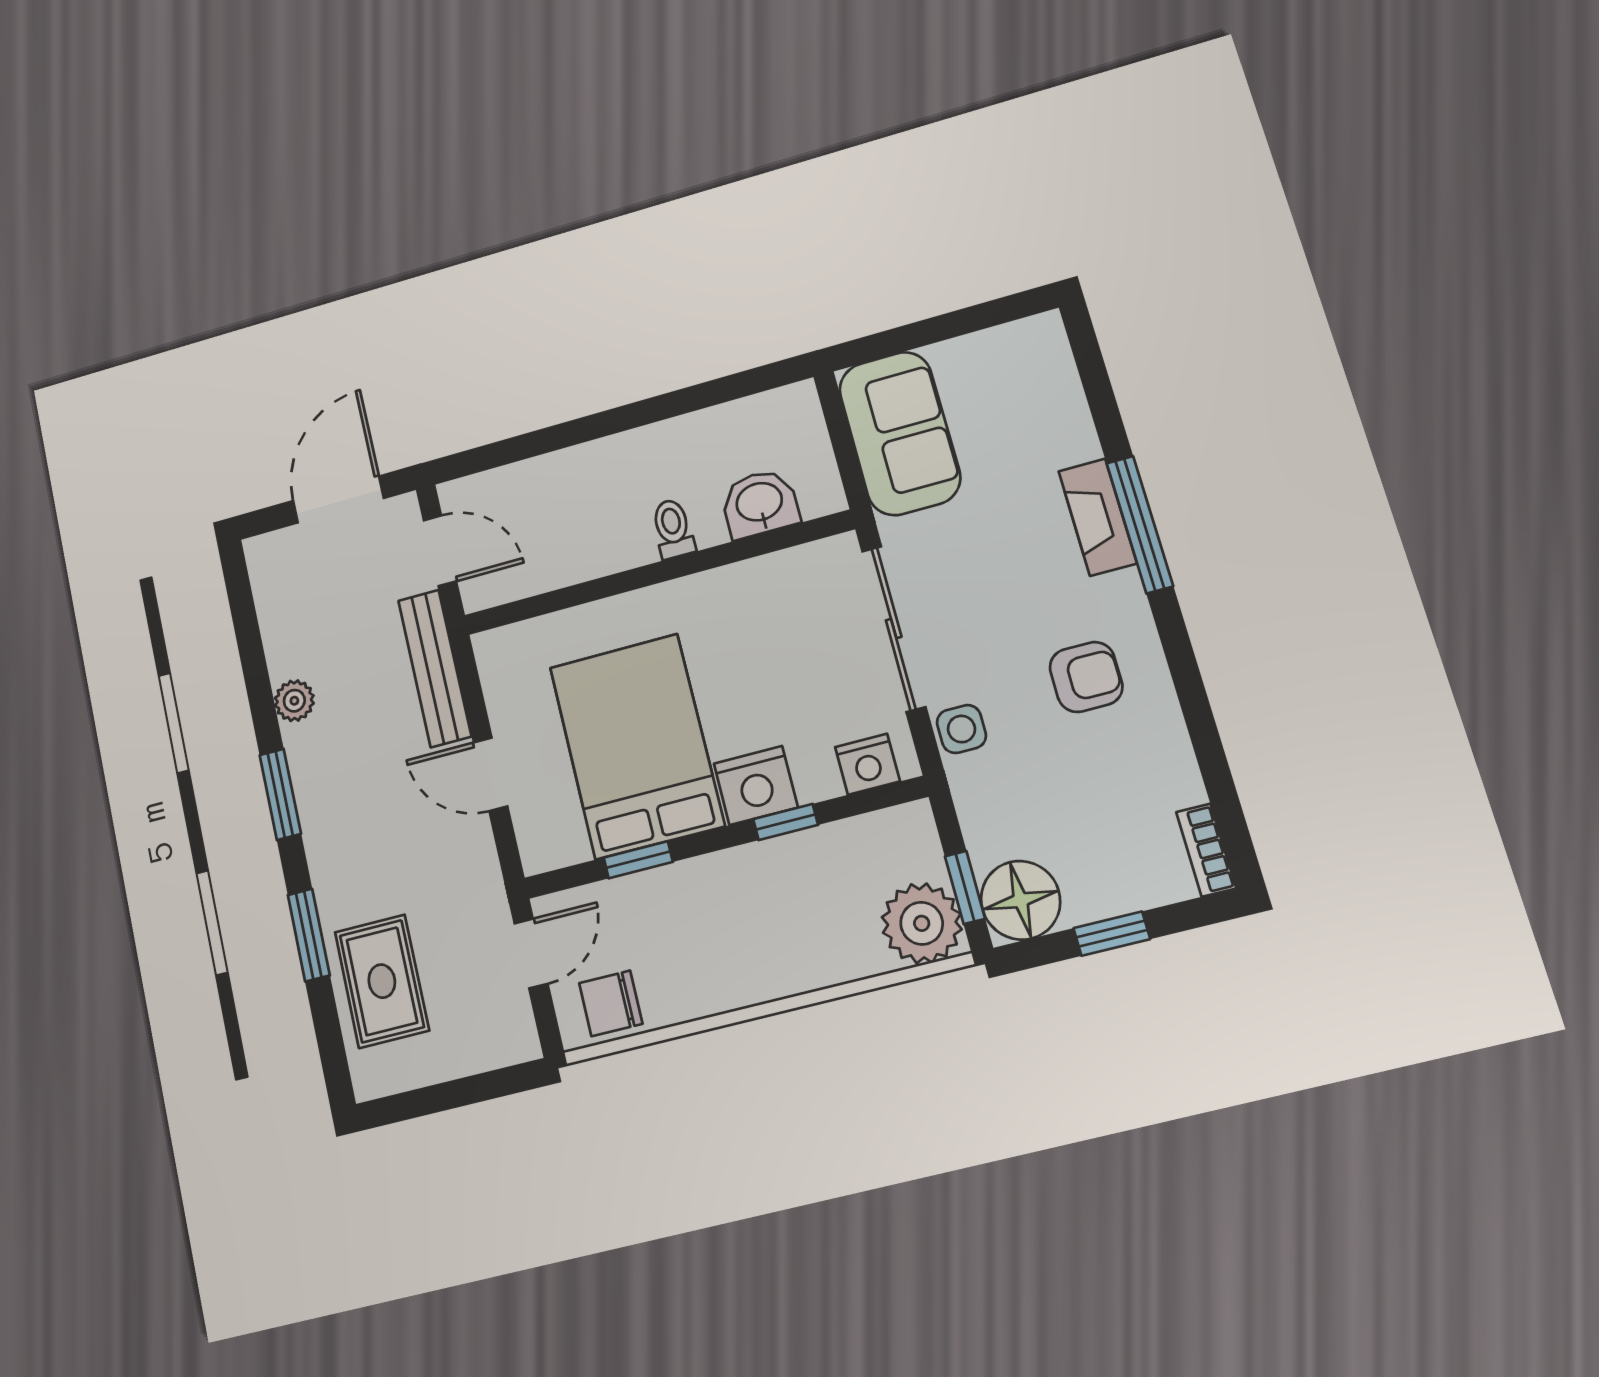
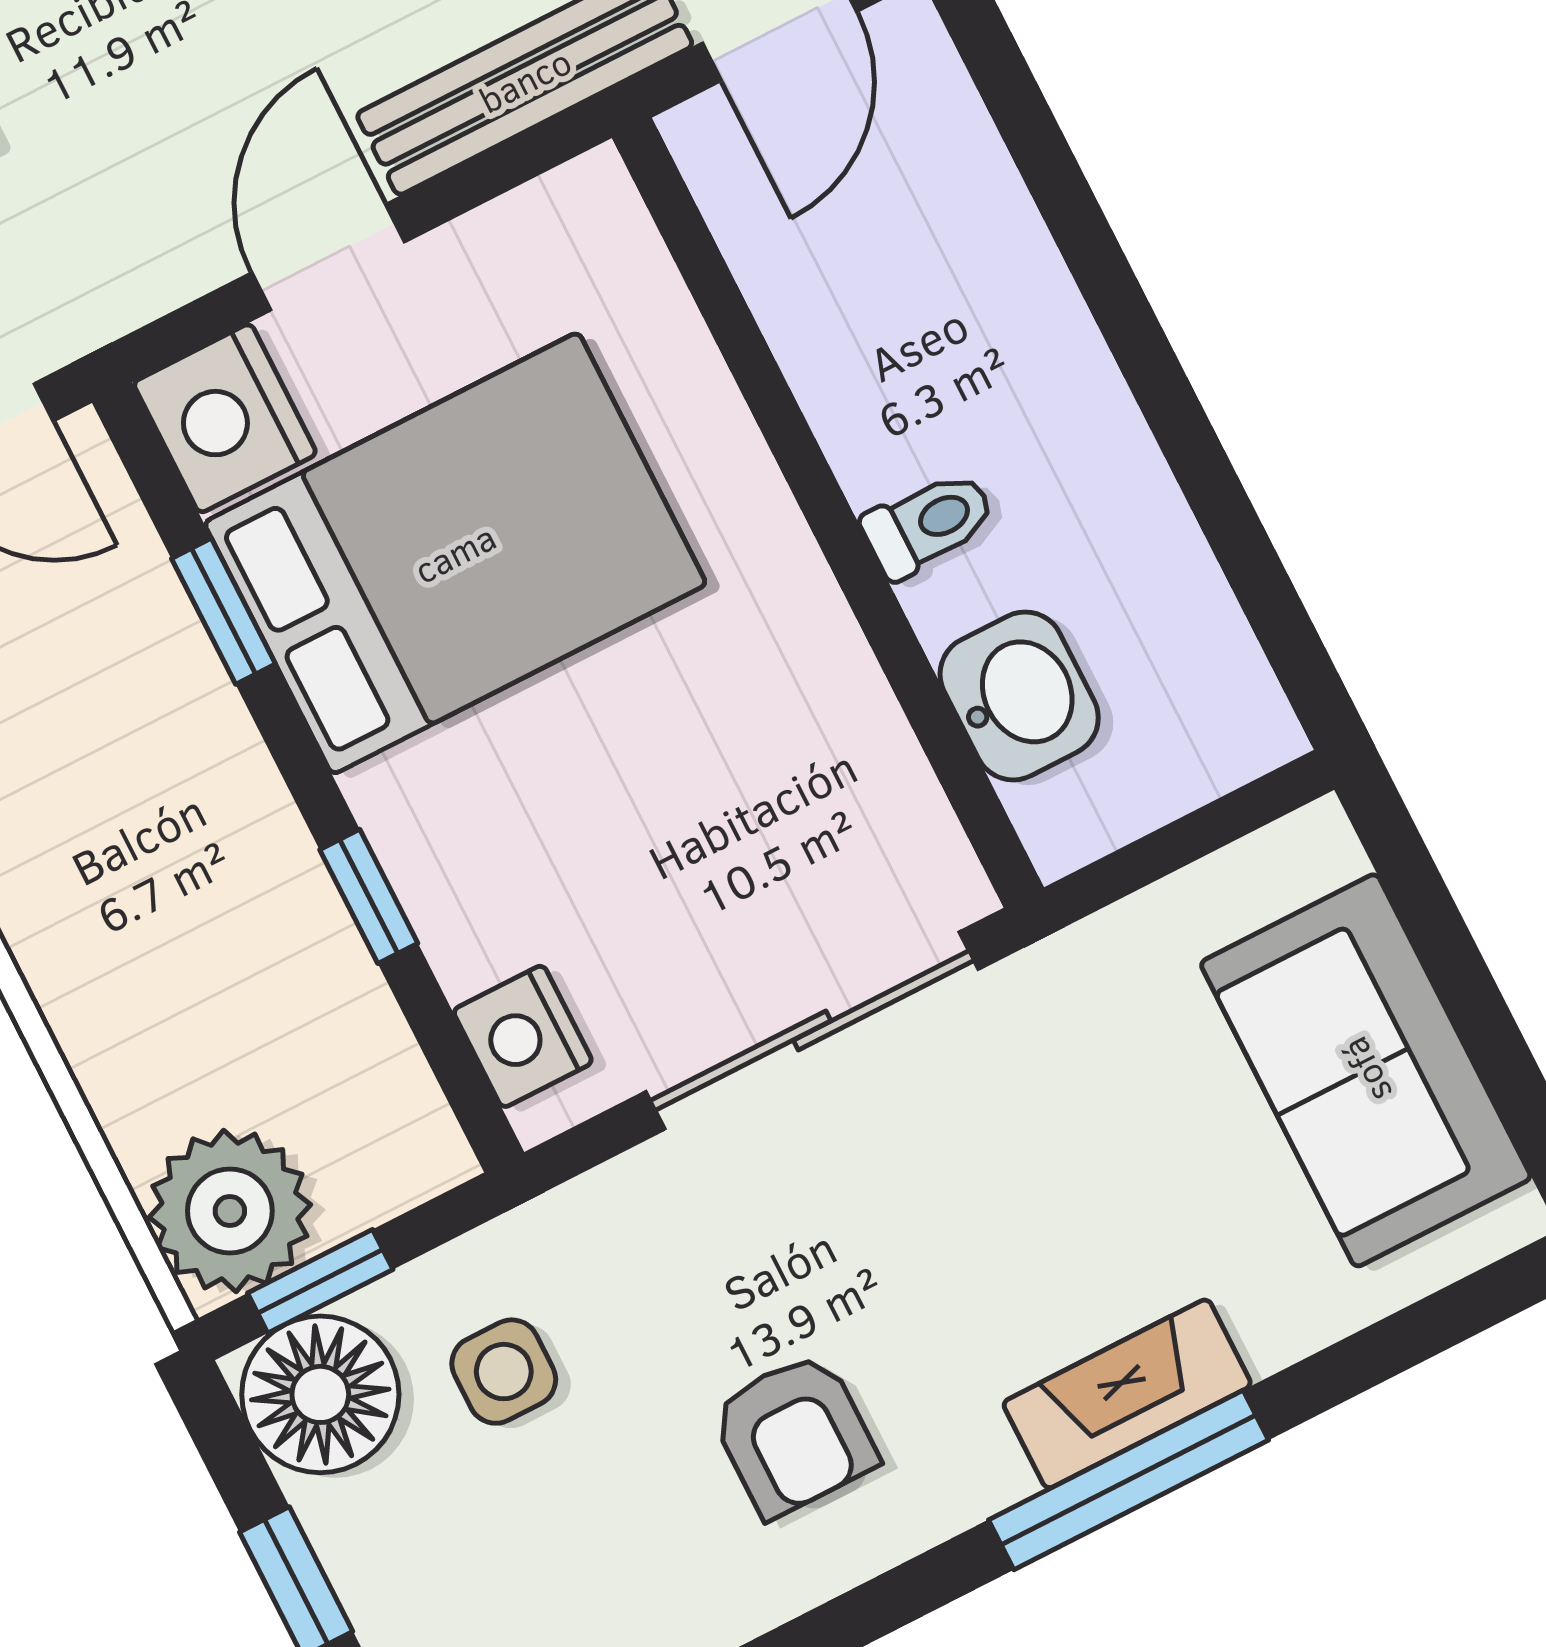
sofa: (900, 433) -> (1366, 1070), moved, turned 90
side table: (961, 729) -> (504, 1372), moved
nightstand: (756, 785) -> (225, 418), moved

